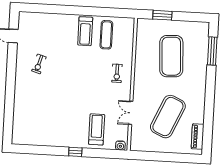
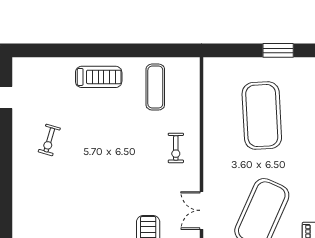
window: (162, 15) -> (278, 50), moved
treadmill: (85, 31) -> (99, 77), moved, turned -90

